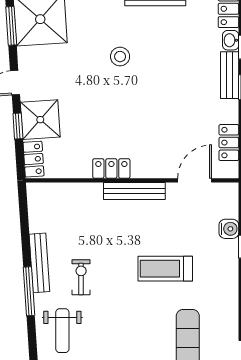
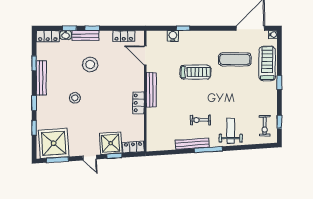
stool: (179, 83) -> (90, 64), added
treadmill: (165, 269) -> (195, 72), turned -90
weight bench: (62, 331) -> (231, 131), turned -90

